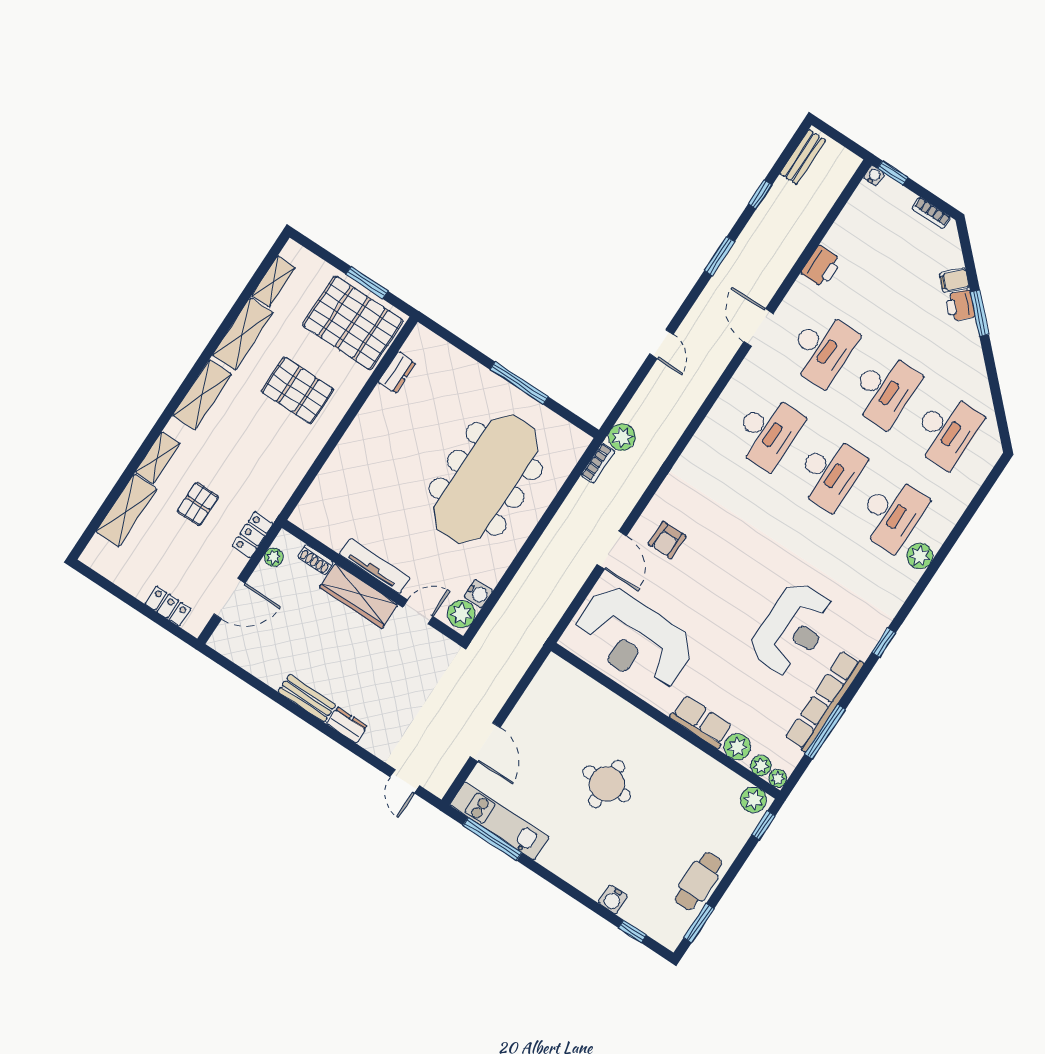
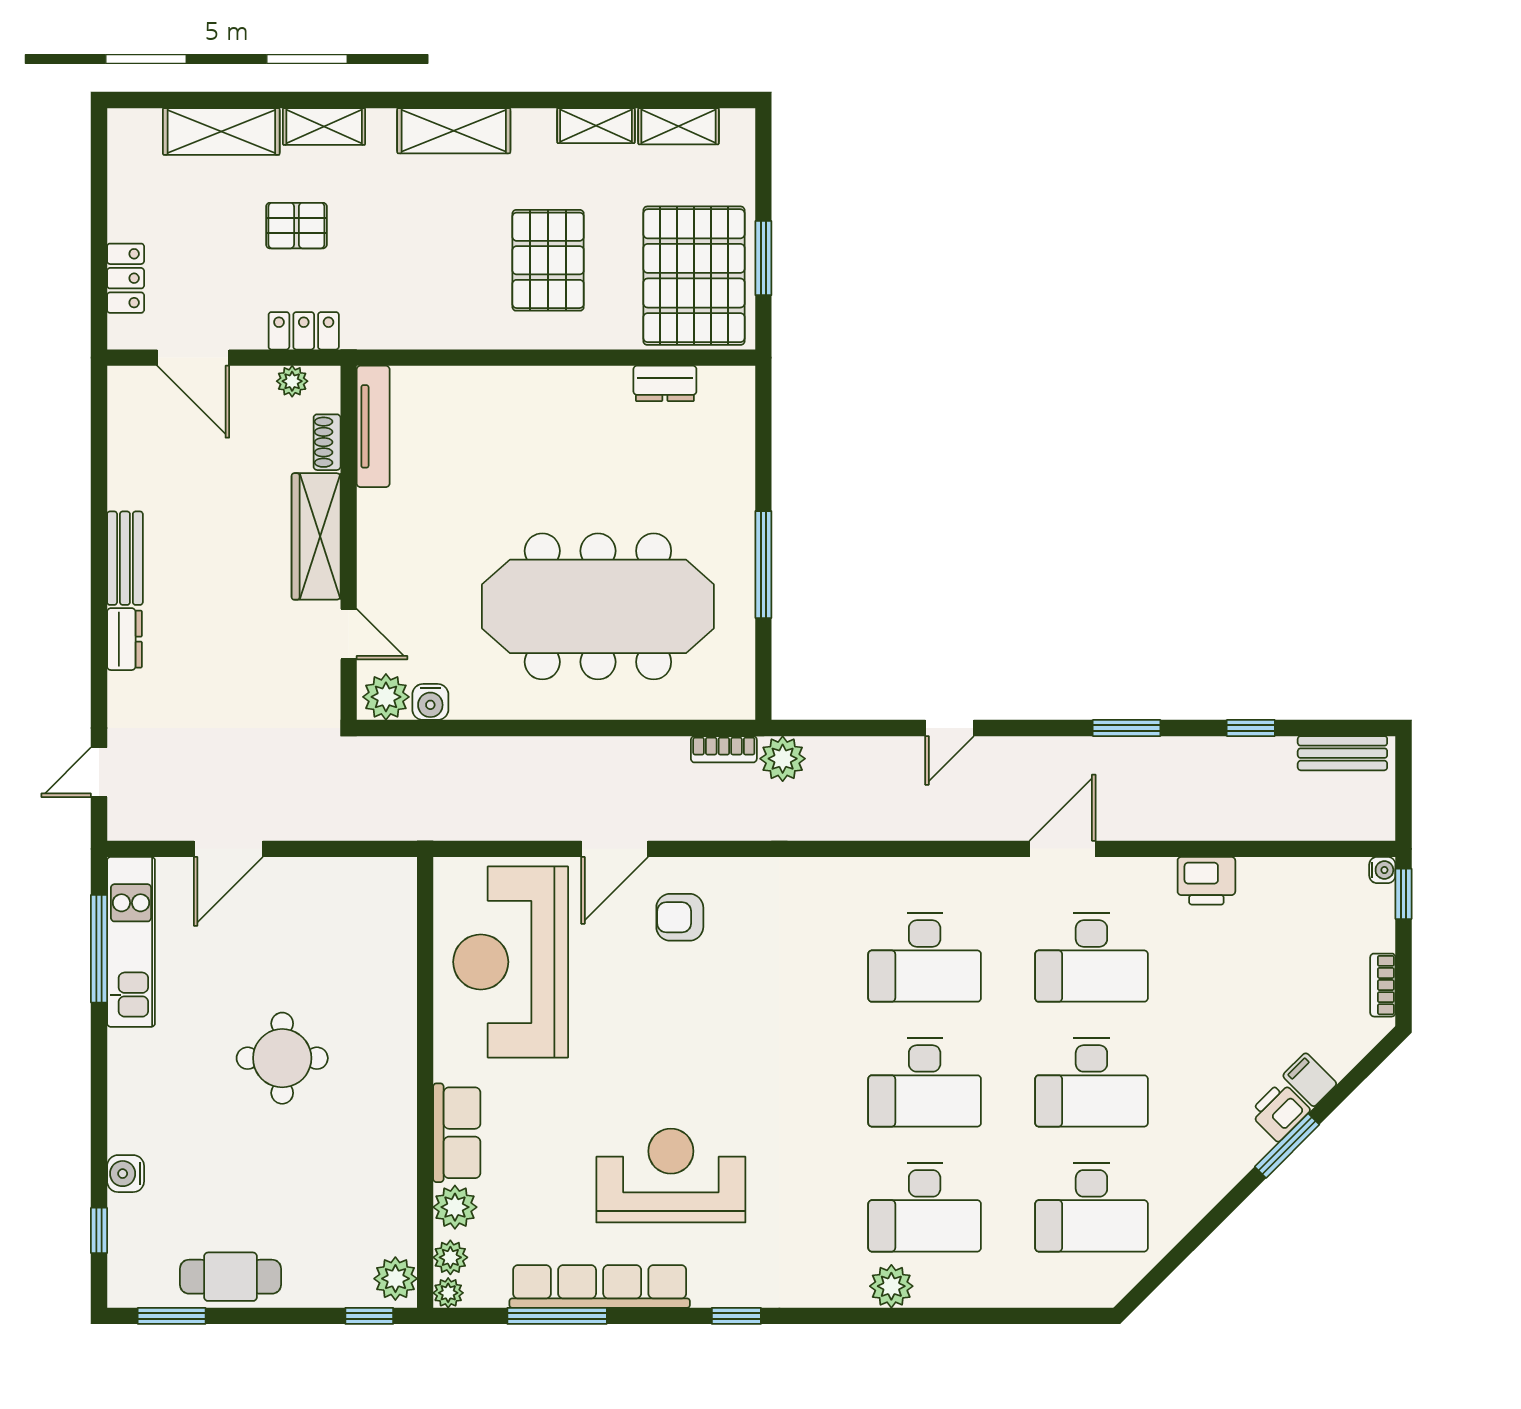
shelving: (243, 334) -> (596, 126), width x0.67, depth x0.75
tv unit: (375, 566) -> (373, 426), moved
reception desk: (792, 629) -> (671, 1176), turned 180

